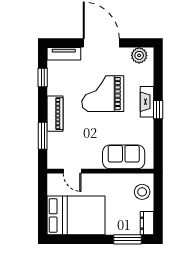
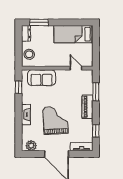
grand piano: (103, 94) -> (55, 120), turned -93
window: (158, 110) -> (18, 87), moved
bed: (76, 215) -> (73, 34), width x0.67

